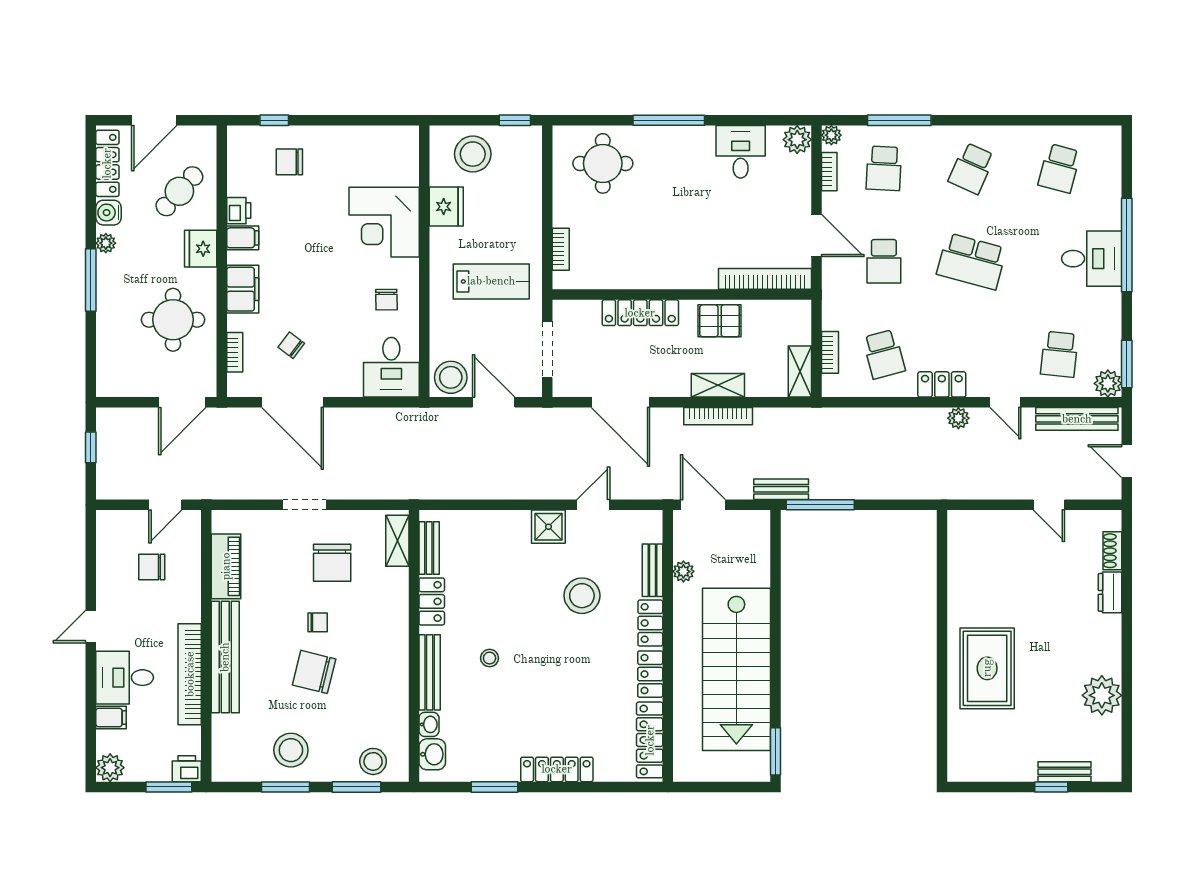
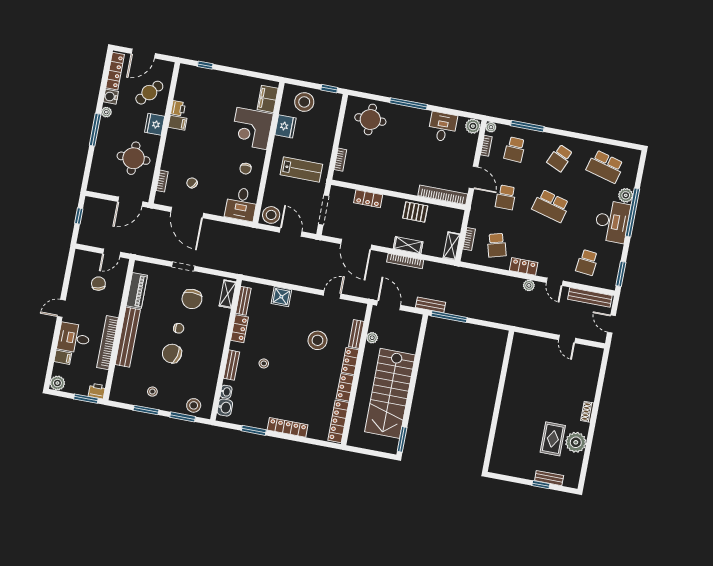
chair: (289, 162) -> (209, 88), removed
school desk: (1059, 168) -> (605, 166), width x1.85
desk: (1092, 259) -> (612, 222), width x1.37
filing cabinet: (243, 289) -> (268, 99), moved, turned 180
locker: (640, 313) -> (368, 199), width x0.66
plant: (1108, 383) -> (626, 195), moved
shower: (548, 527) -> (281, 297), moved
shoe rack: (1112, 551) -> (587, 412), moved
chair: (152, 567) -> (98, 284), turned 75
dresser: (1110, 592) -> (590, 390), removed
rug: (987, 668) -> (553, 439), moved, width x0.73, depth x0.70
bench: (430, 672) -> (231, 365), width x0.73
stool: (291, 750) -> (152, 392), width x0.53, depth x0.53

